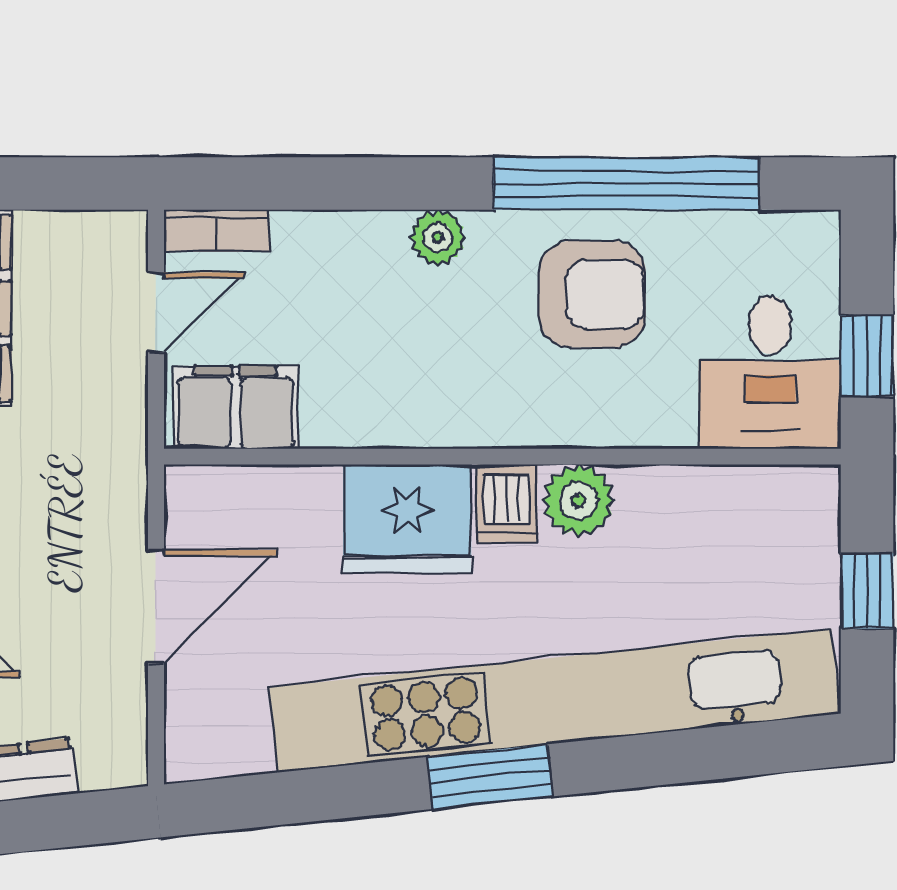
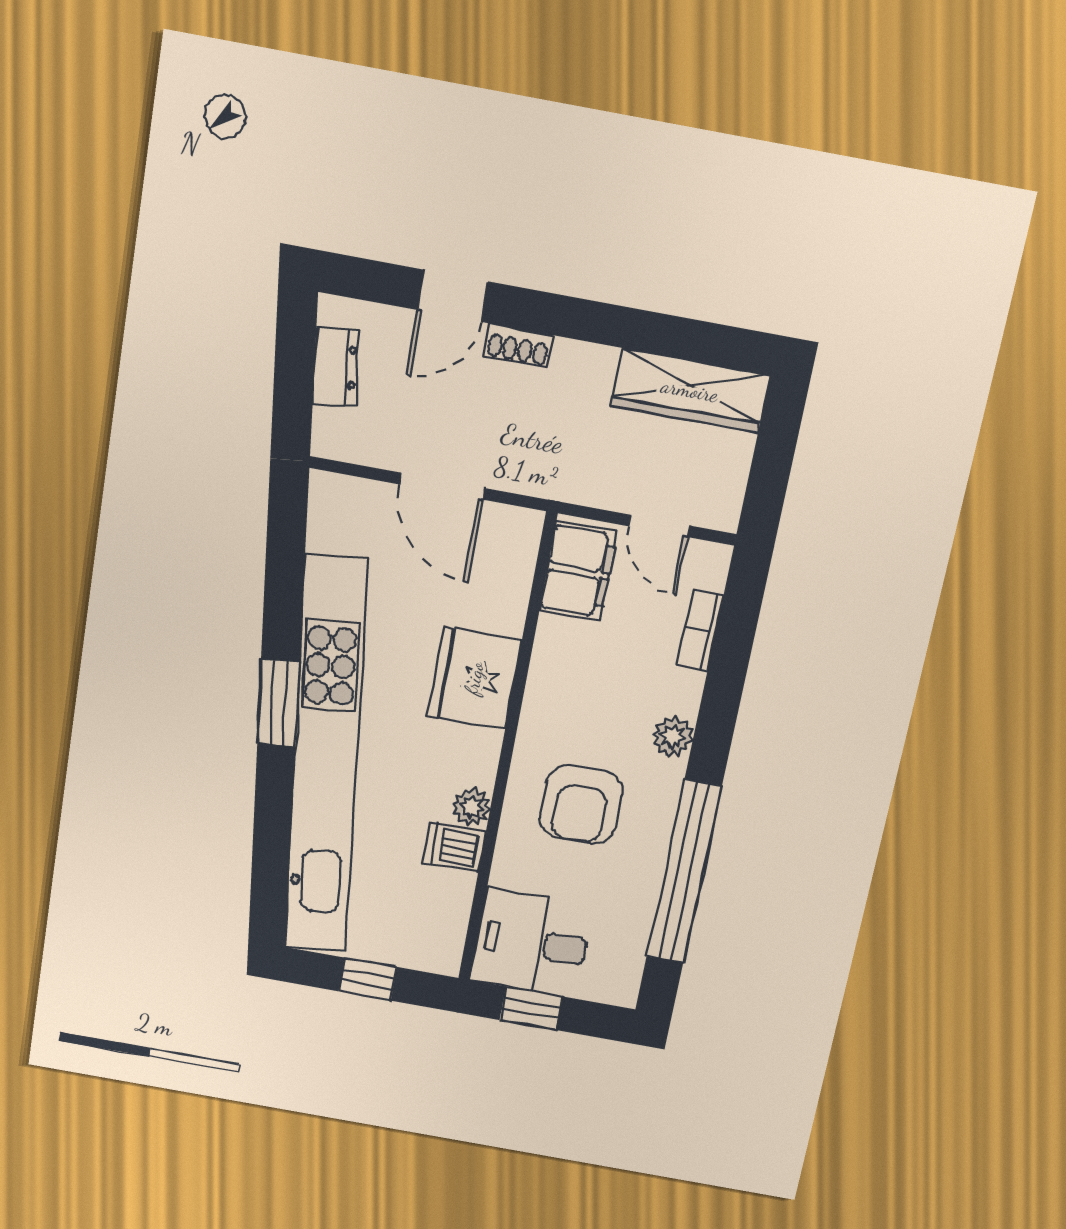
bookcase: (216, 231) -> (700, 630), moved
armchair: (592, 294) -> (581, 805), moved
plant: (578, 500) -> (471, 807), width x0.73, depth x0.73
dishwasher: (507, 504) -> (454, 847), moved

